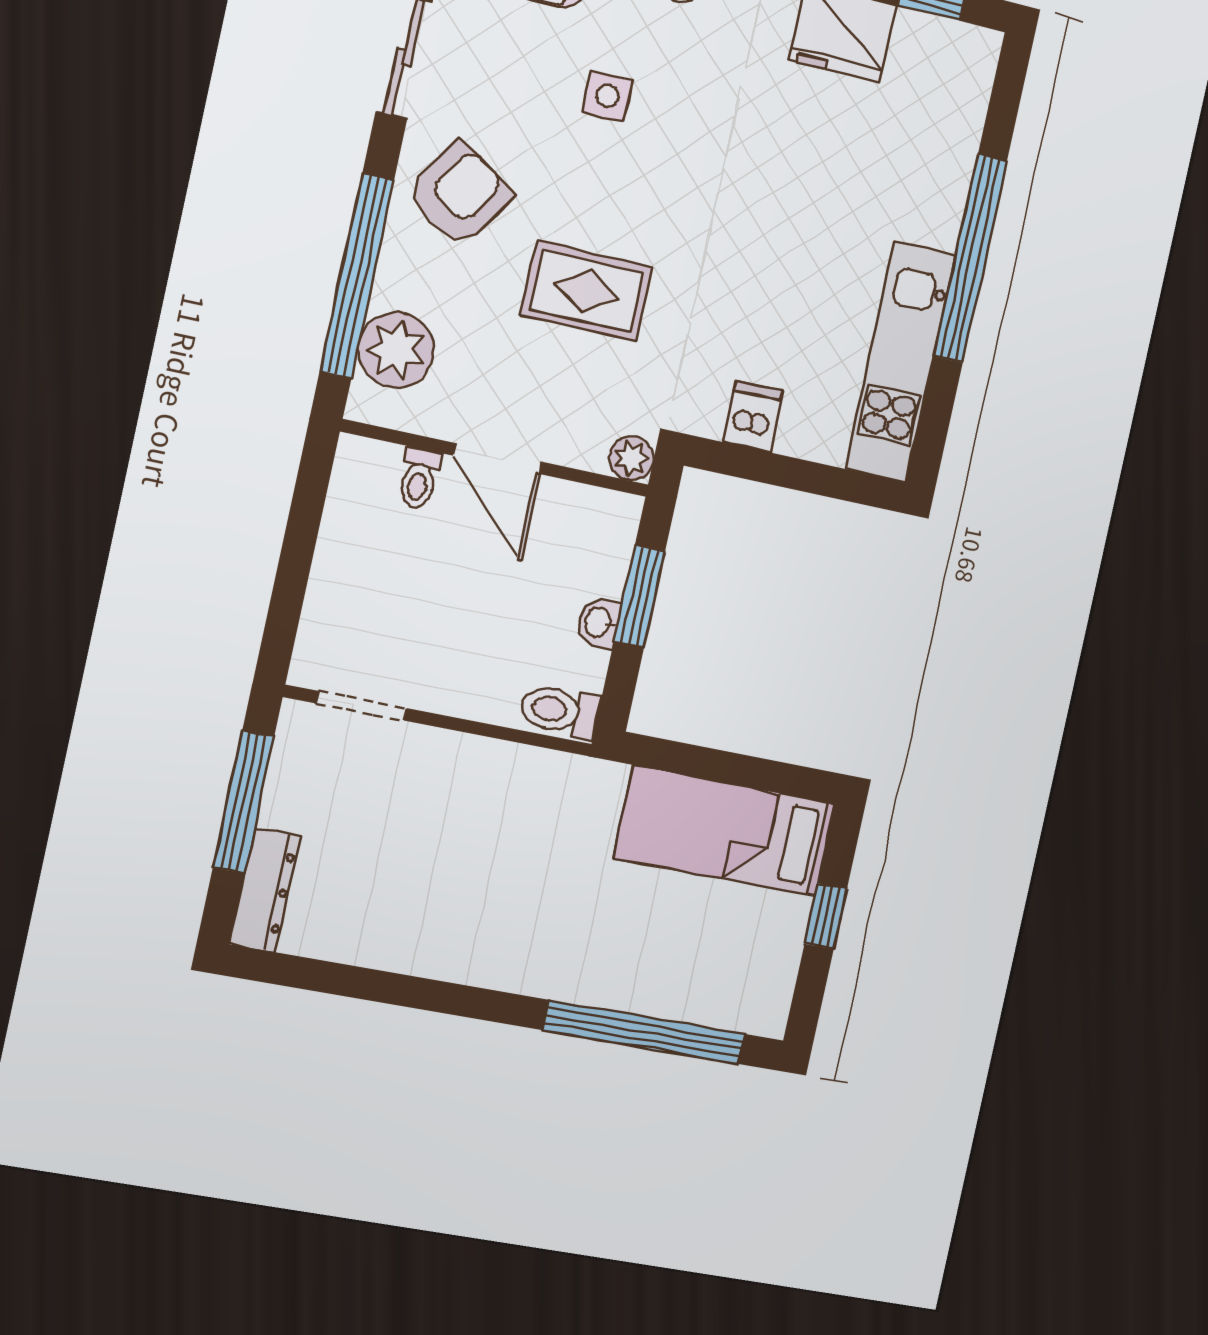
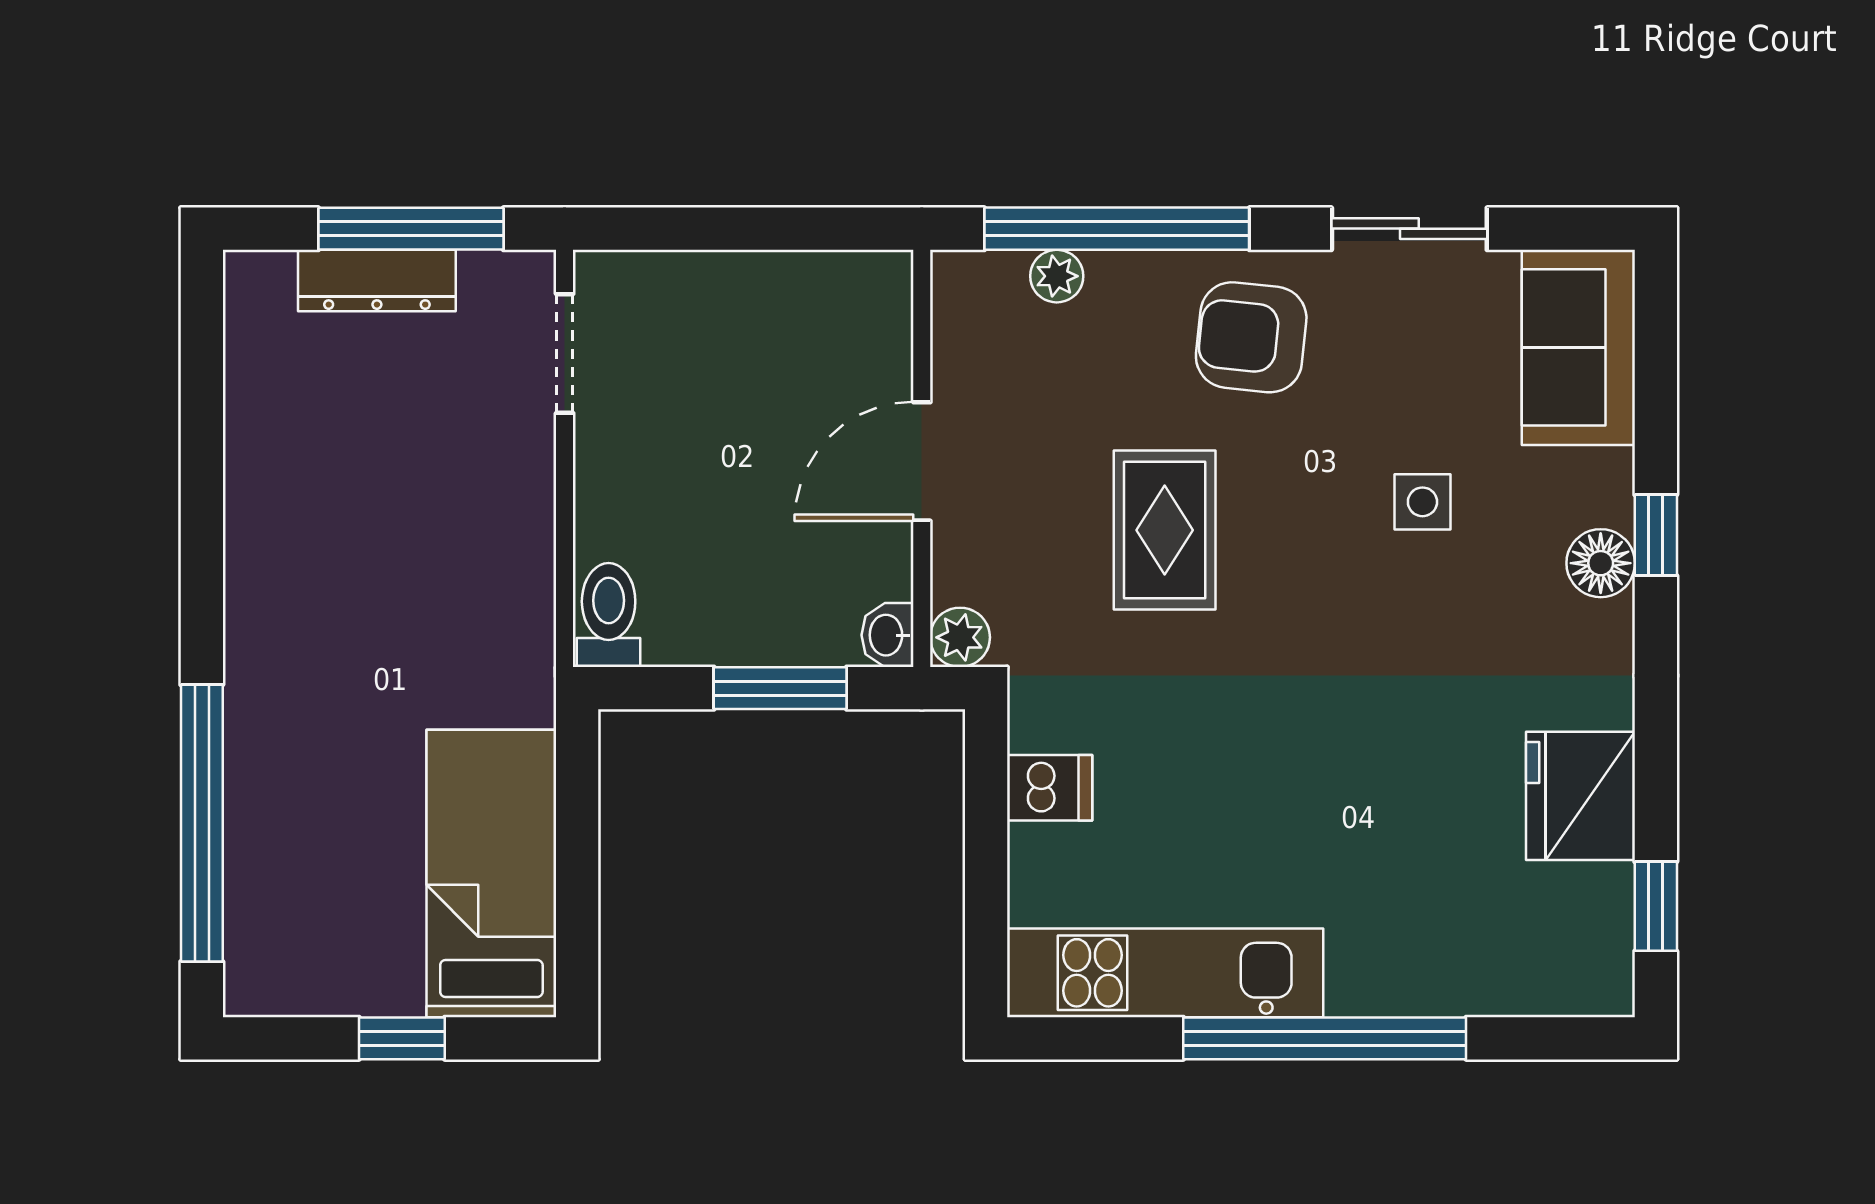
armchair: (459, 194) -> (1251, 337), turned 153
plant: (396, 350) -> (1057, 276), width x0.53, depth x0.53
toilet: (419, 478) -> (874, 364), removed
washbasin: (599, 623) -> (887, 635), moved, turned -90
dresser: (265, 890) -> (377, 280), moved

